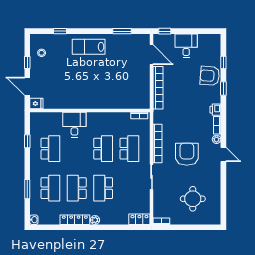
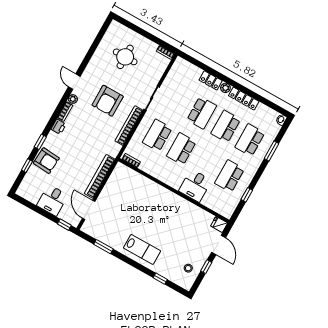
school desk: (77, 188) -> (226, 126), turned 180
locker: (139, 219) -> (211, 80), moved

